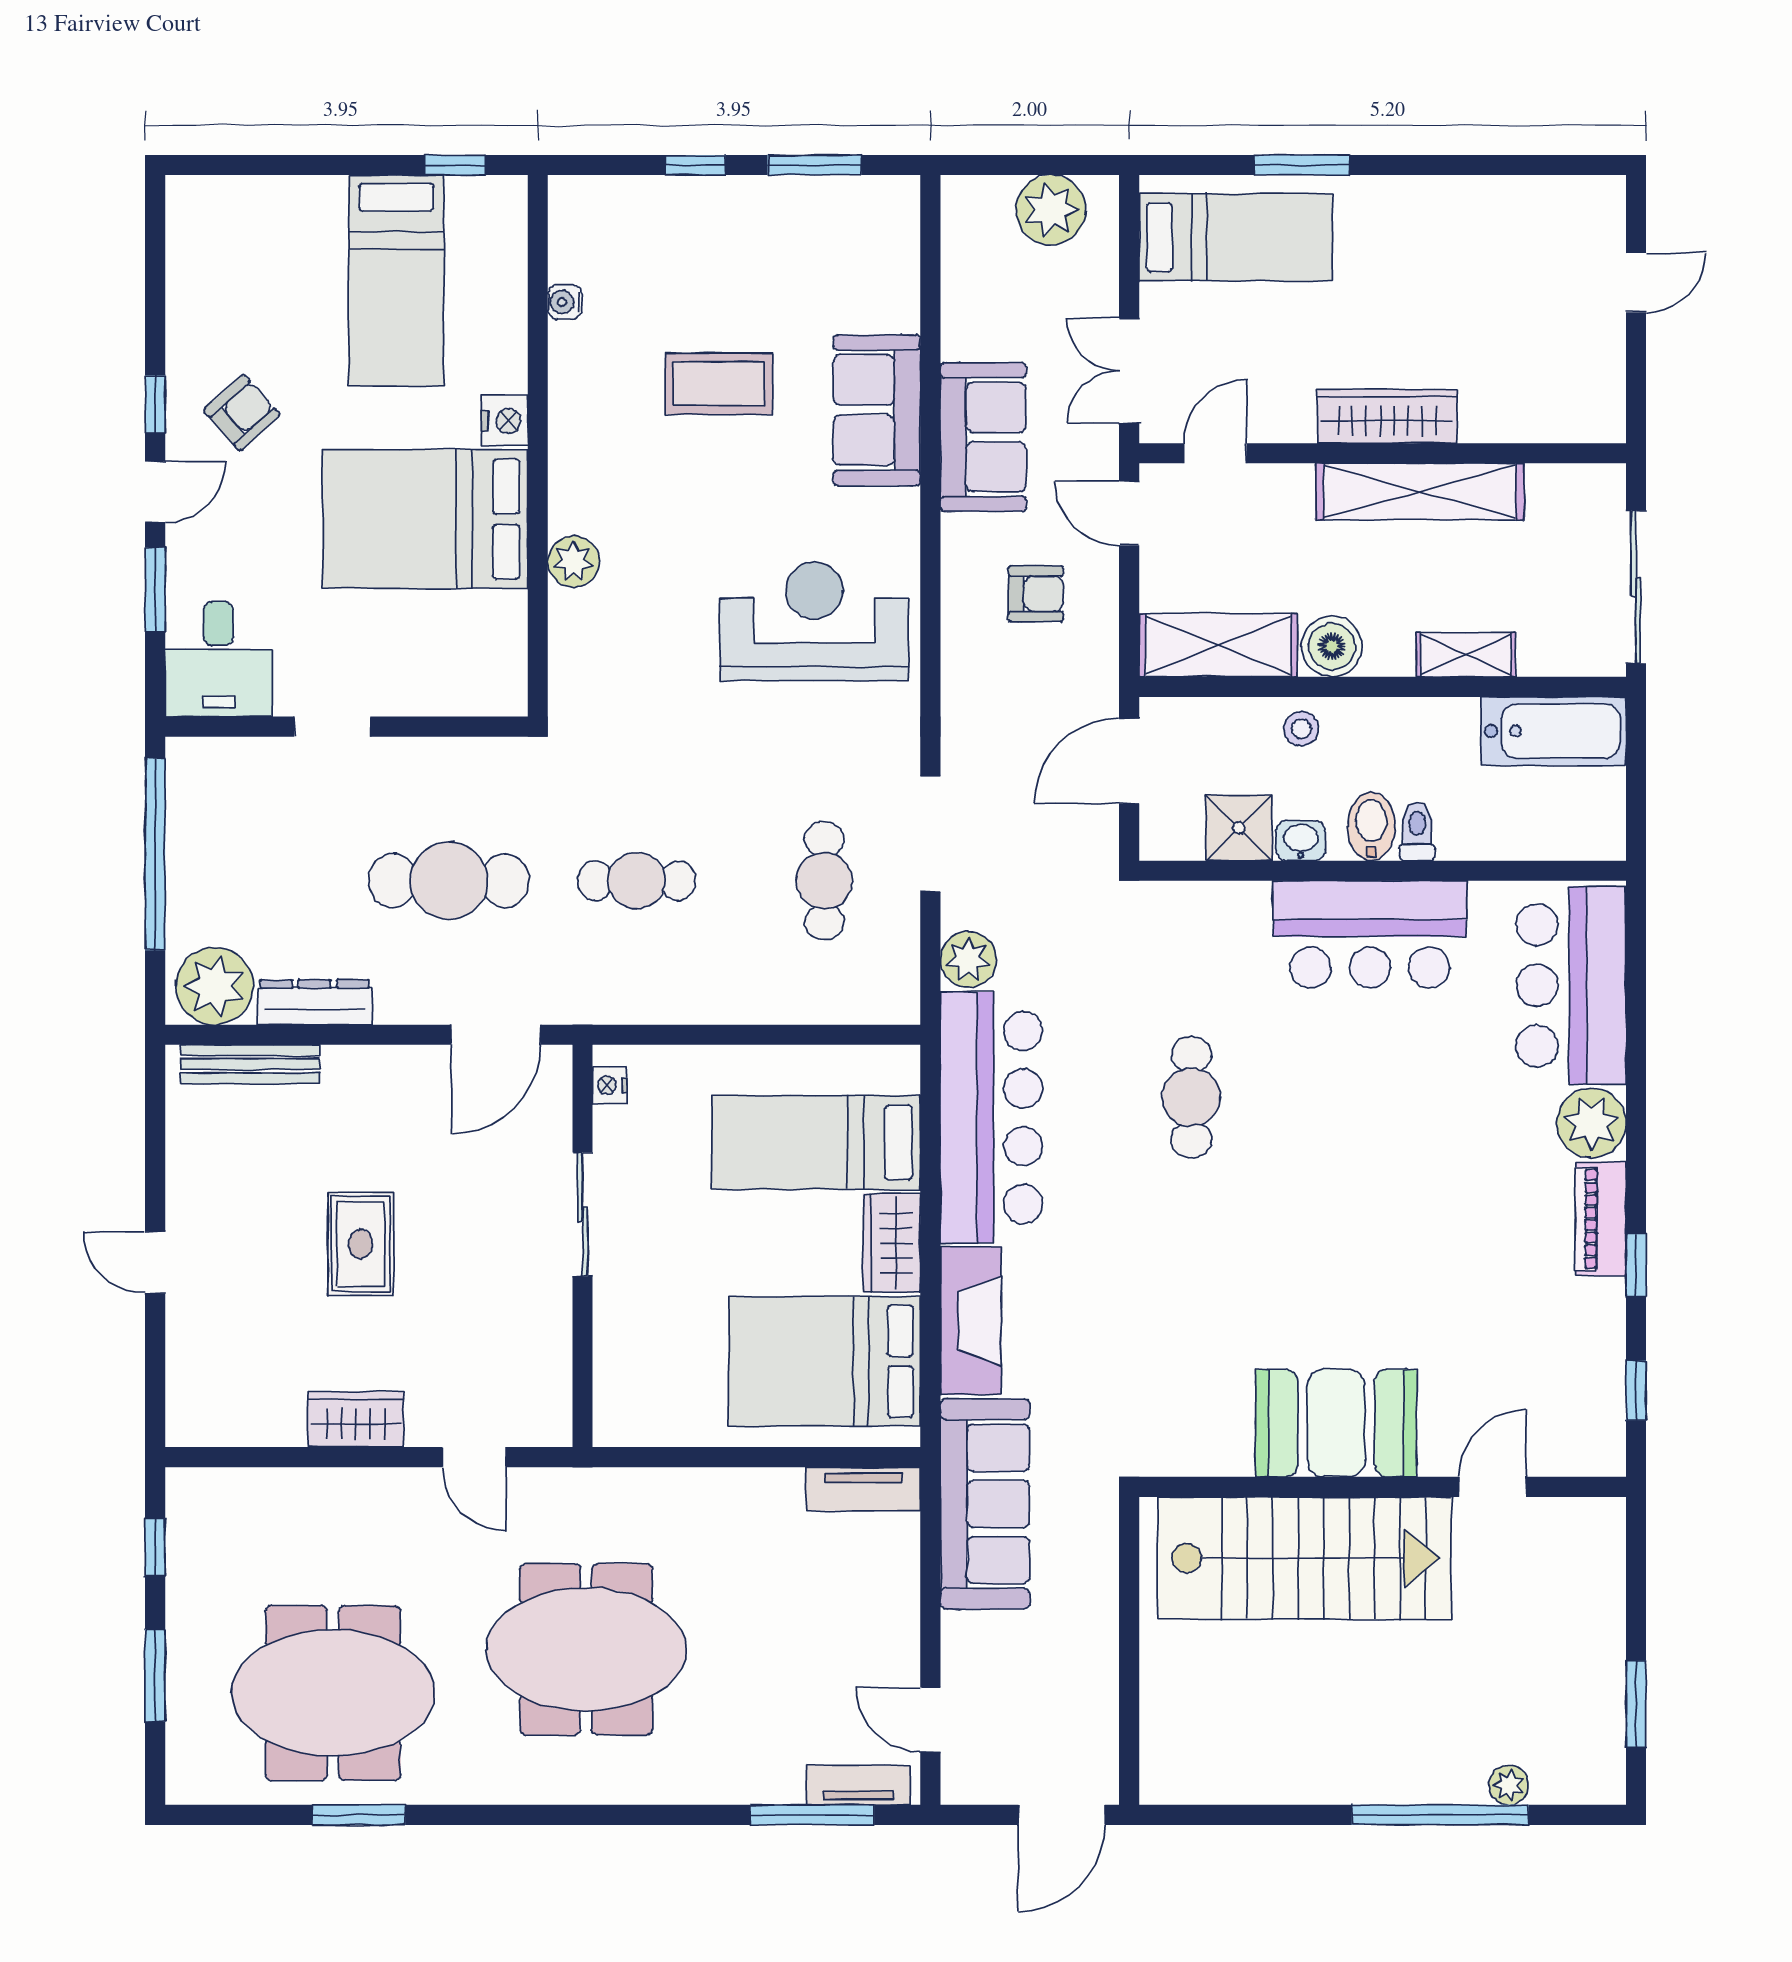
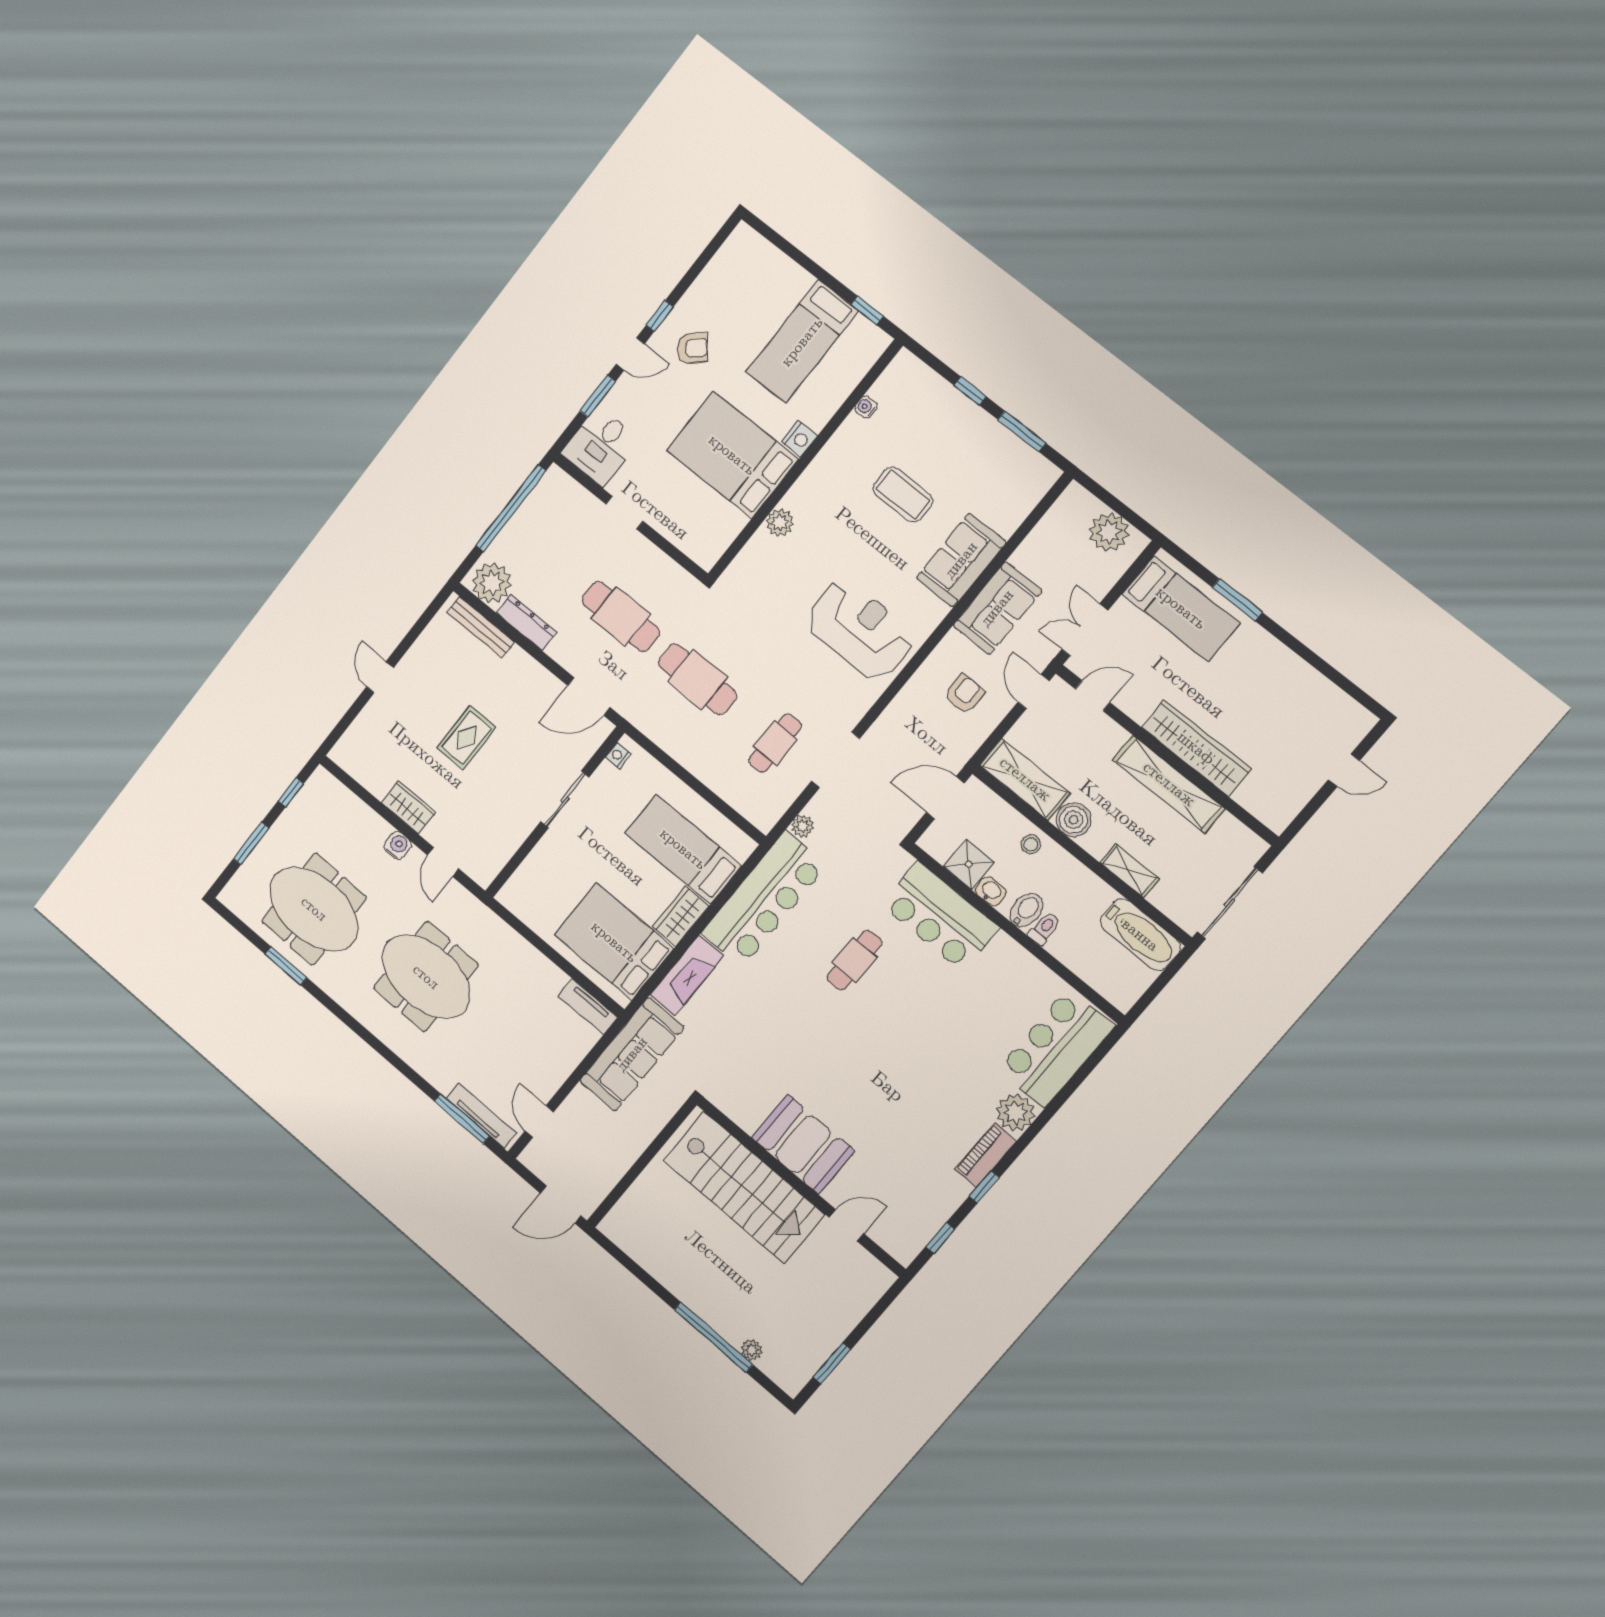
wardrobe: (1387, 416) -> (1196, 748), width x1.40, depth x1.17
armchair: (1036, 594) -> (964, 694), turned -90
cafe table: (637, 881) -> (697, 679), width x1.37, depth x1.35
bar counter: (1370, 934) -> (940, 916), moved
plant: (968, 960) -> (802, 826), width x0.73, depth x0.73
water cooler: (385, 1490) -> (398, 845), added
tv unit: (858, 1785) -> (481, 1115), width x1.41

